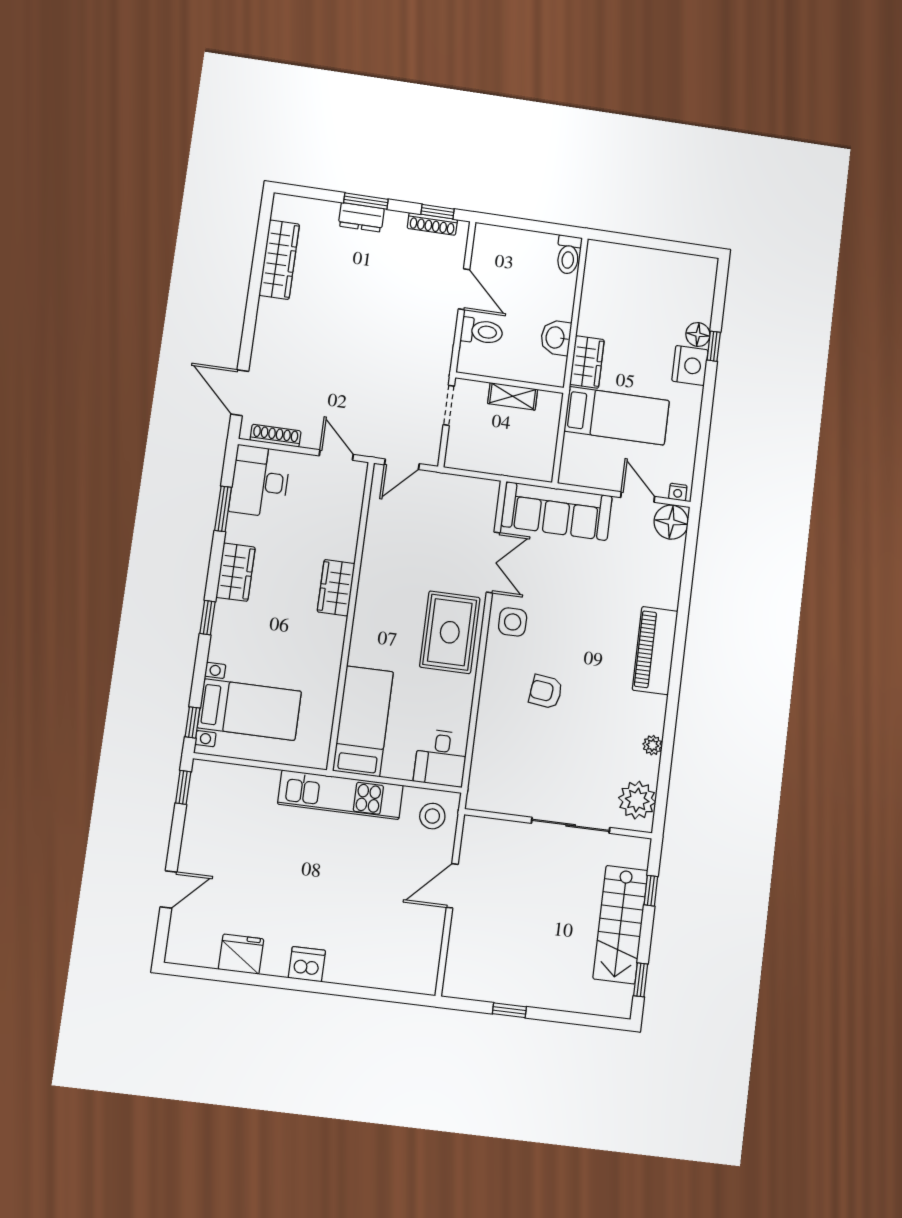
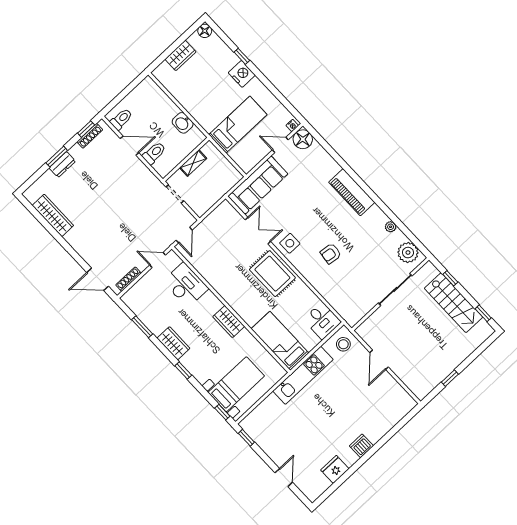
toilet: (568, 255) -> (121, 119), moved, turned -90
floor lamp: (698, 335) -> (205, 31), moved
wardrobe: (587, 362) -> (180, 55), moved, turned 90
desk: (260, 481) -> (186, 285), moved, turned 180
wardrobe: (336, 588) -> (229, 322), moved

